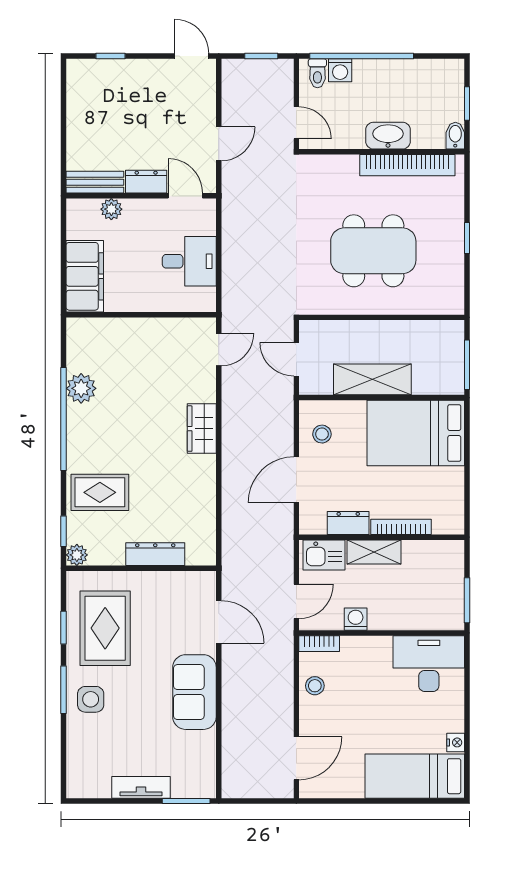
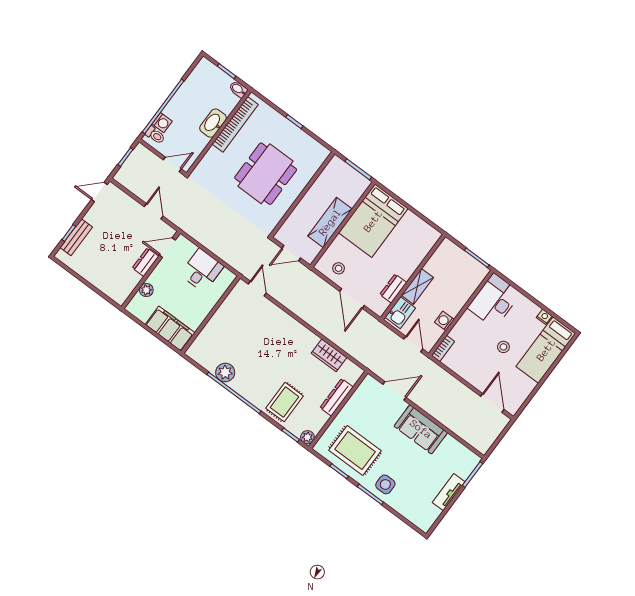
bench: (95, 182) -> (76, 237), moved
wardrobe: (202, 429) -> (329, 355), moved
bookcase: (401, 527) -> (415, 263), removed
stool: (315, 686) -> (503, 347), moved

